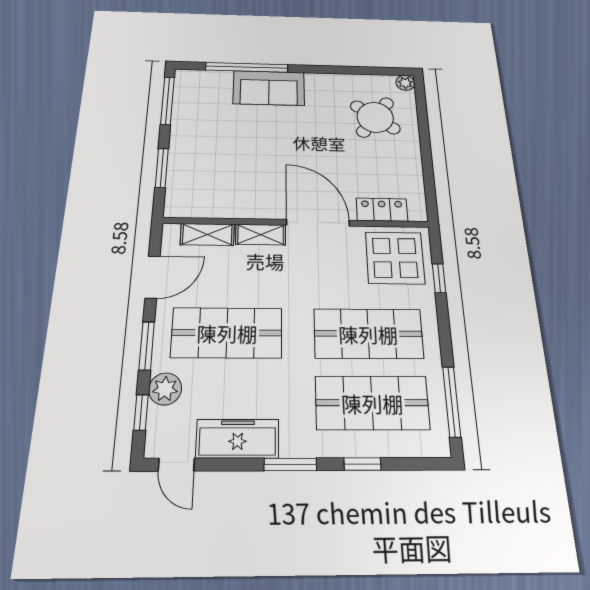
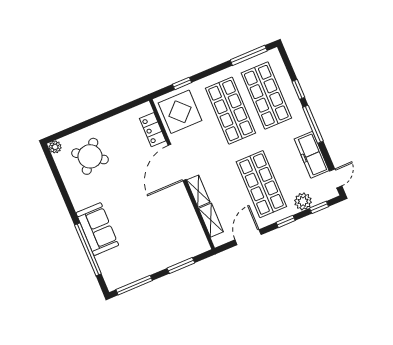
door: (153, 277) -> (248, 237), hinge flipped
window: (147, 346) -> (286, 221), width x0.67
window: (290, 464) -> (313, 124), width x1.44

